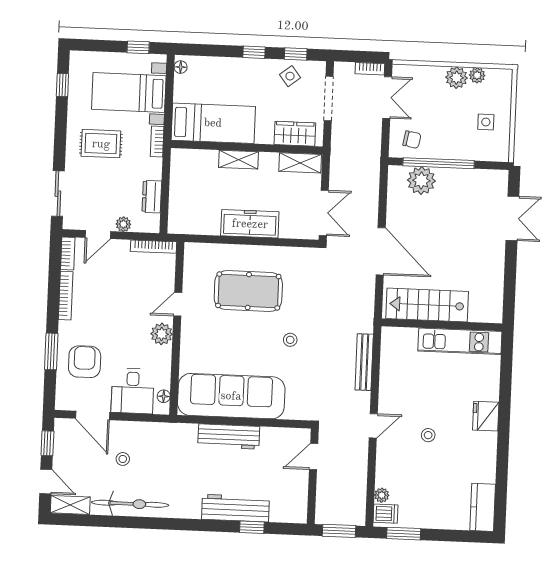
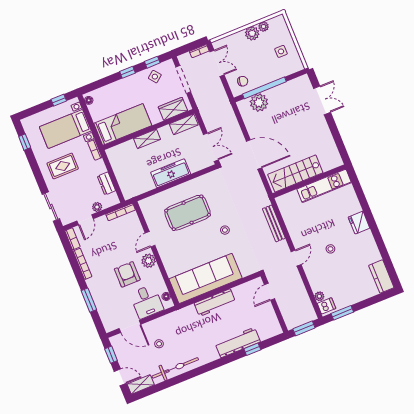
armchair: (85, 362) -> (127, 274), moved

